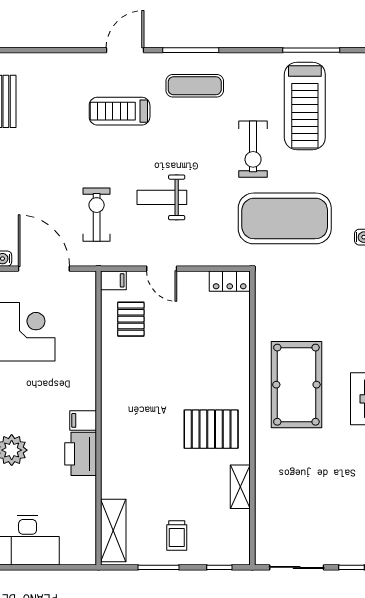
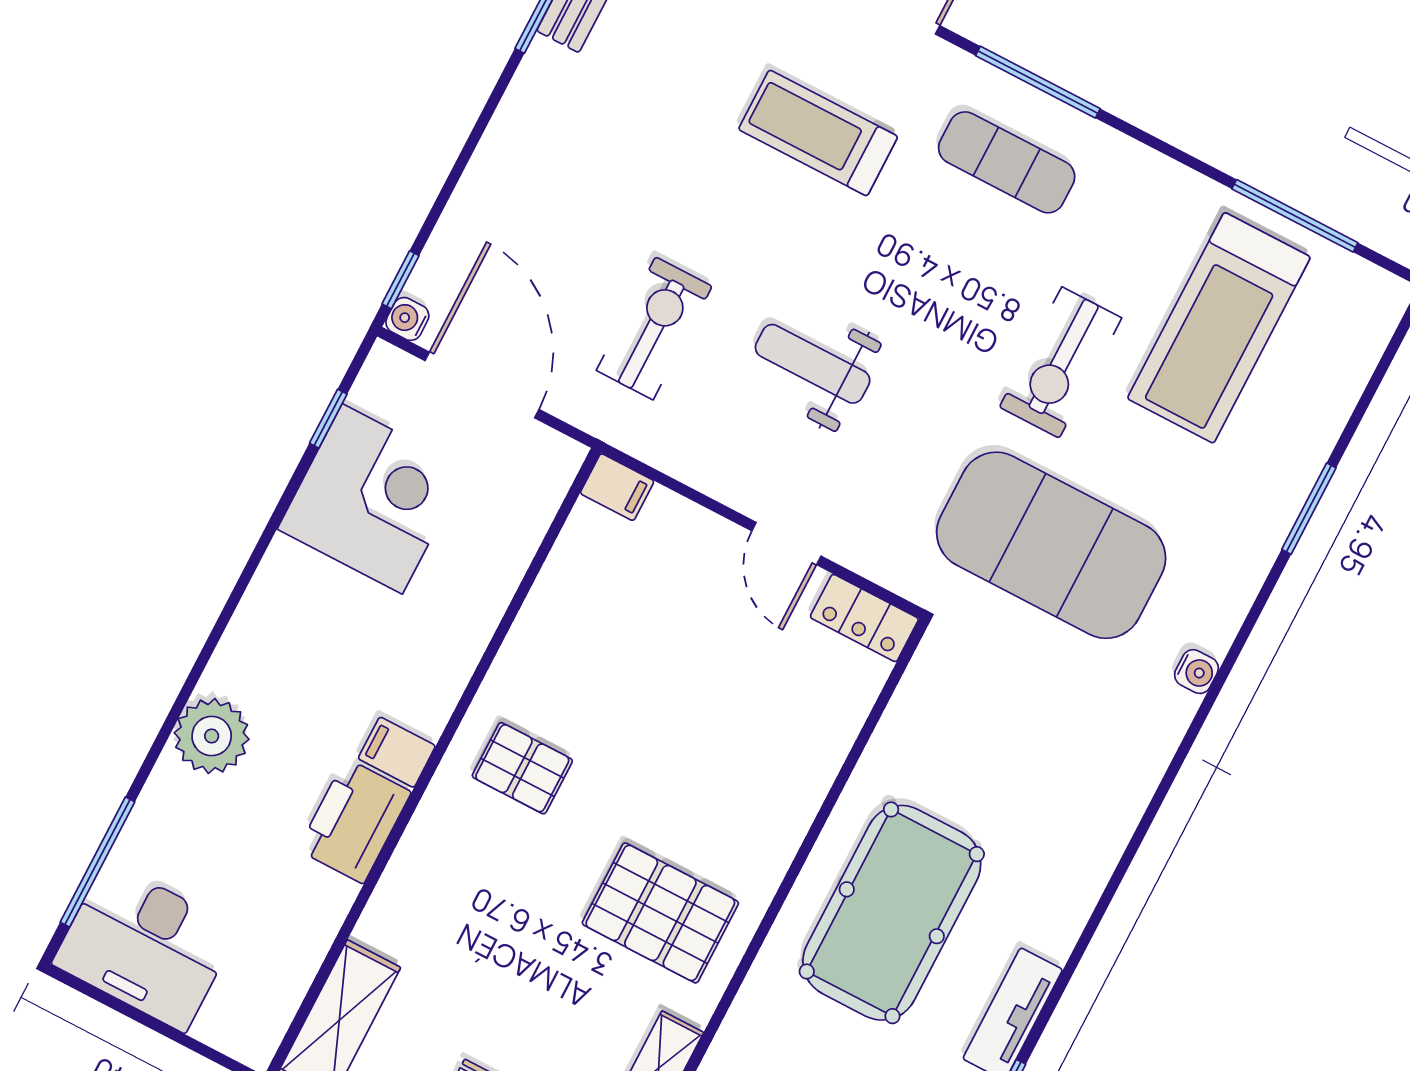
door: (162, 269) -> (786, 543), moved
pallet: (131, 319) -> (522, 768), moved, turned 90

